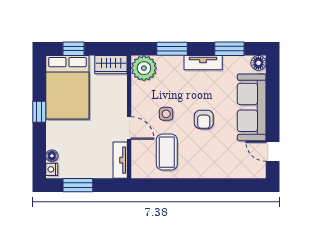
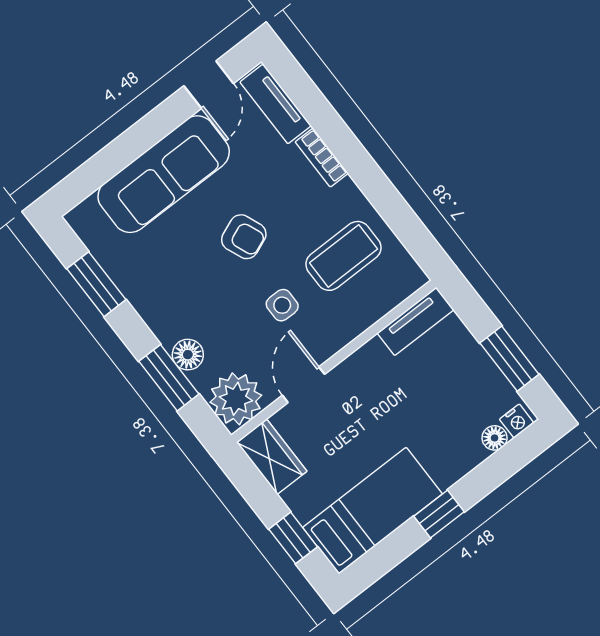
tv unit: (203, 63) -> (276, 104), moved, turned 180
floor lamp: (258, 63) -> (188, 355), moved
bed: (67, 87) -> (373, 511), width x0.67
armchair: (204, 119) -> (244, 237), turned 68
door: (129, 128) -> (303, 385), moved
bookcase: (211, 173) -> (322, 158), added

